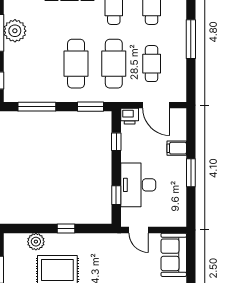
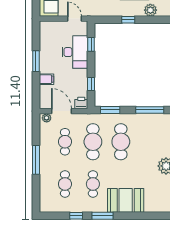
plant: (176, 96) -> (47, 118), added

